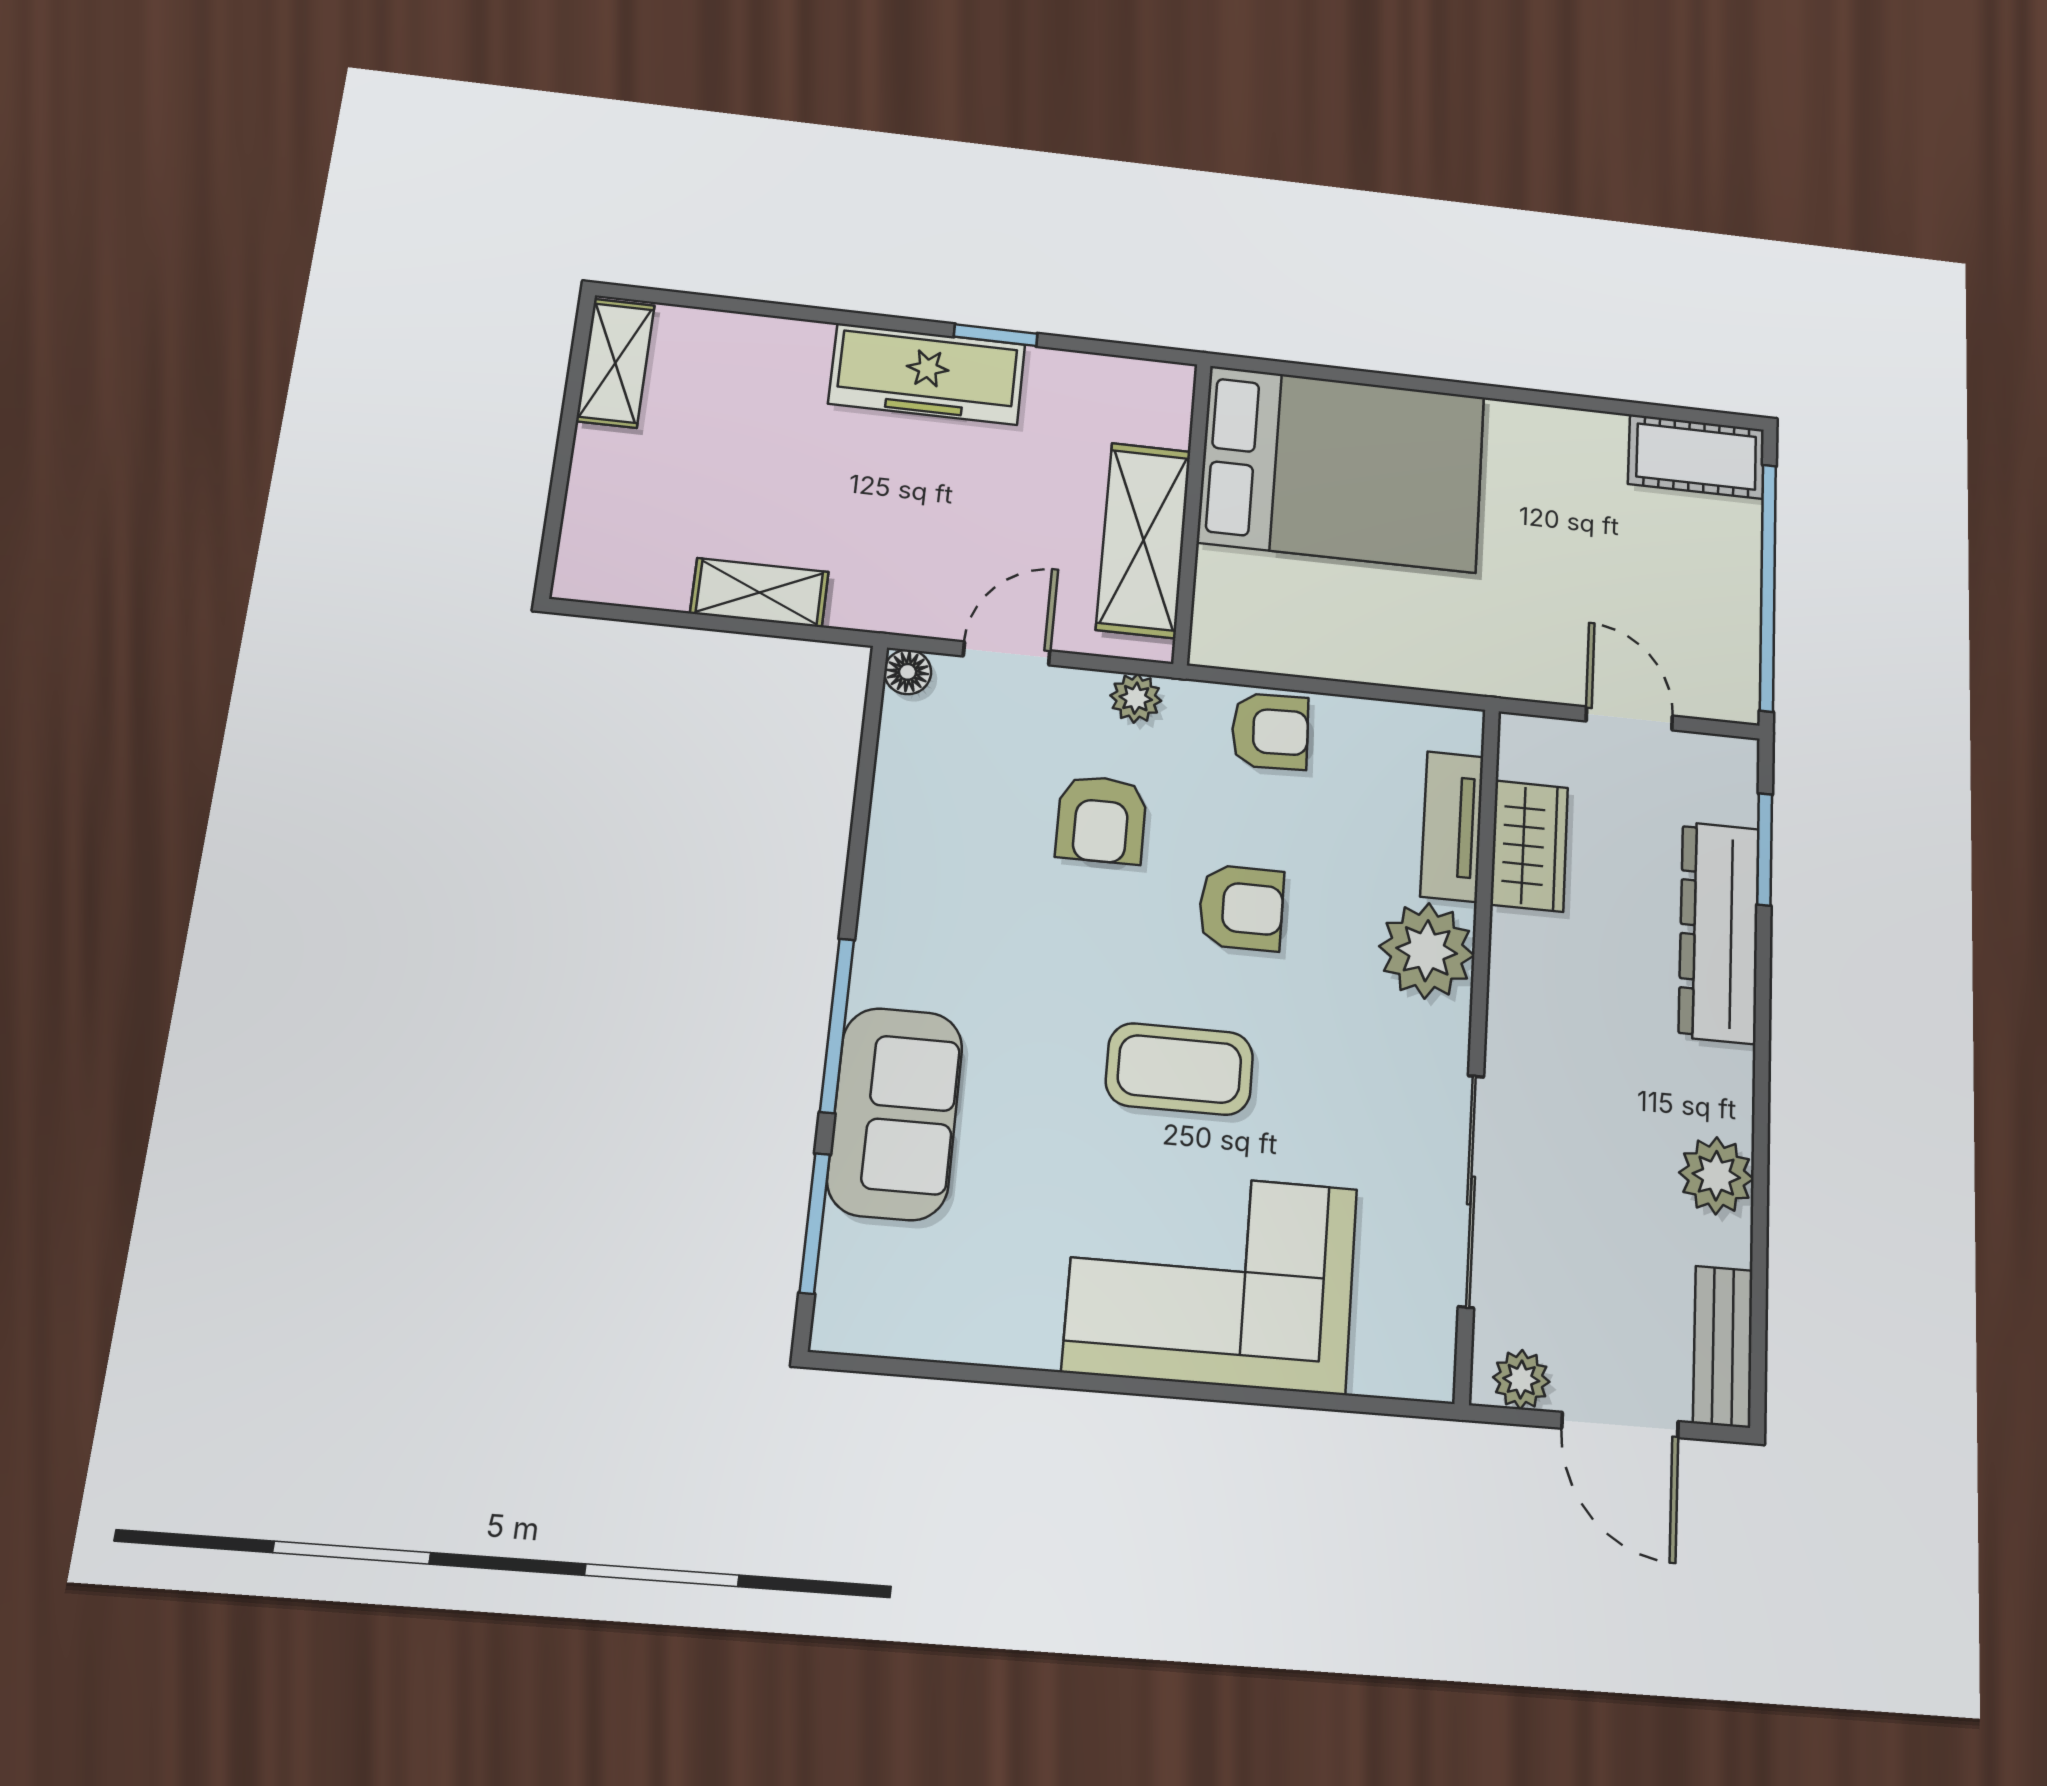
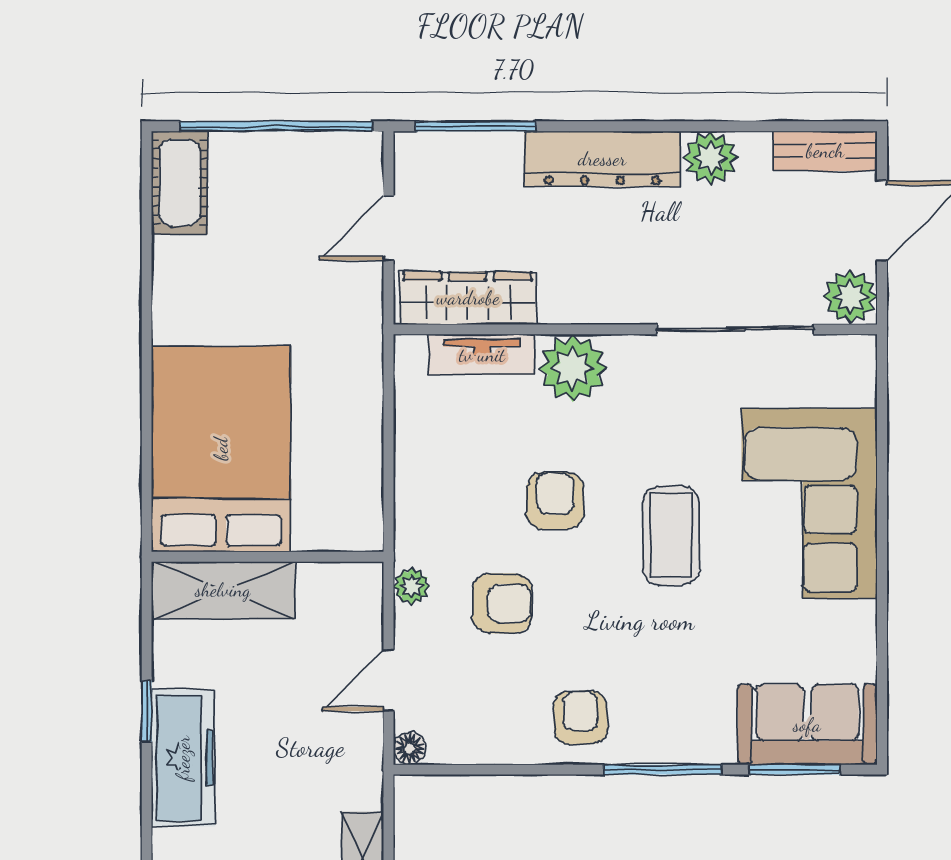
shelving: (1143, 540) -> (223, 590), moved
door: (1007, 653) -> (388, 680), hinge flipped
armchair: (1270, 731) -> (580, 718), moved
wardrobe: (1529, 846) -> (468, 298), width x1.50
window: (1765, 849) -> (476, 126), width x1.44
dresser: (1719, 932) -> (602, 159), moved
sofa: (895, 1113) -> (807, 725), moved
plant: (1521, 1380) -> (850, 297), width x1.38, depth x1.38

